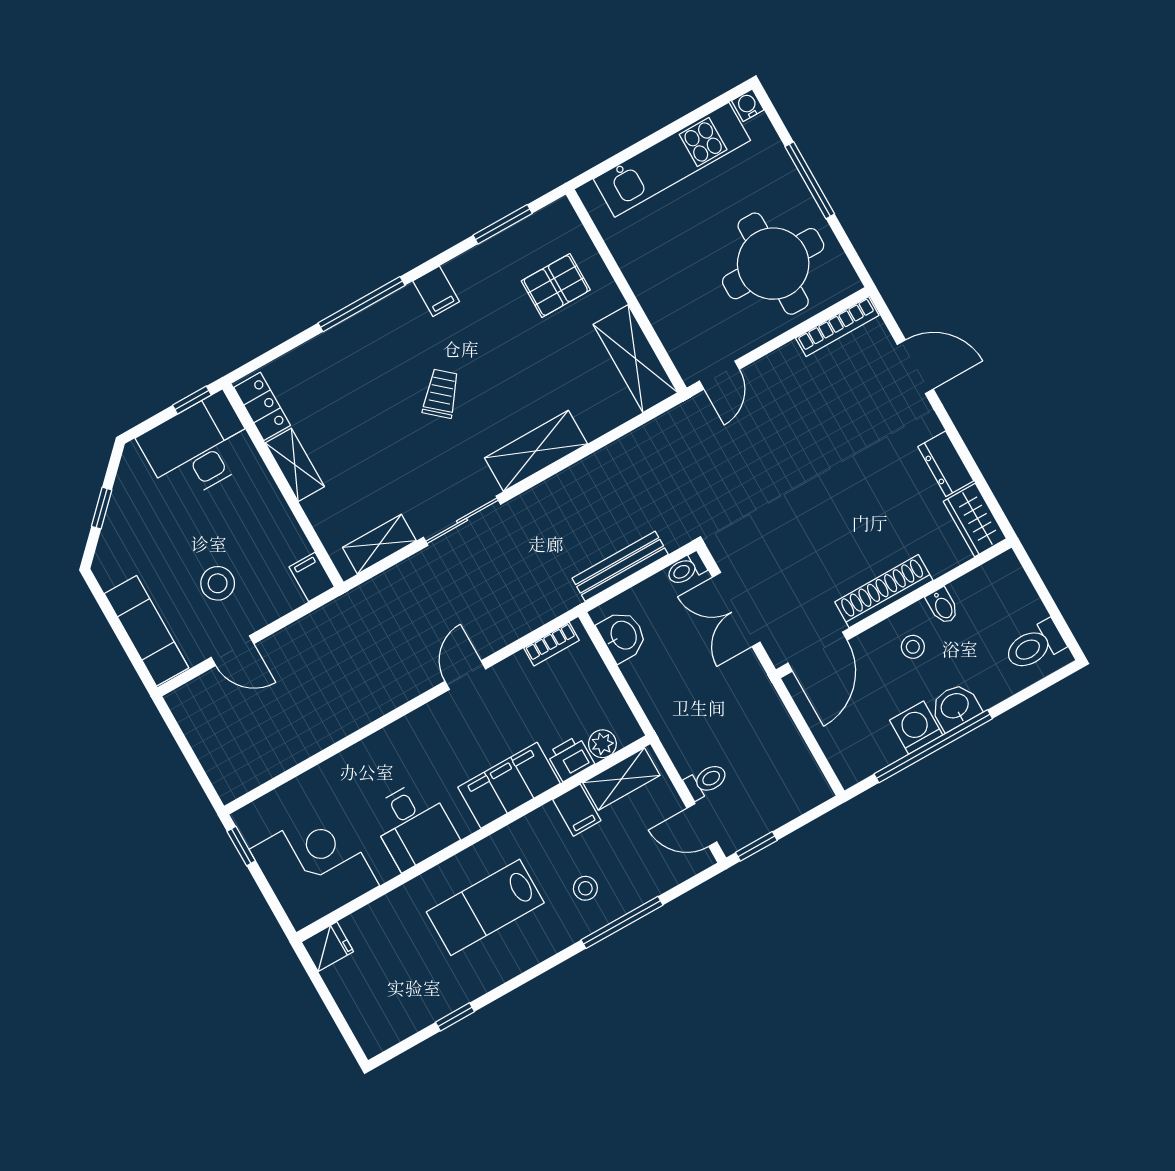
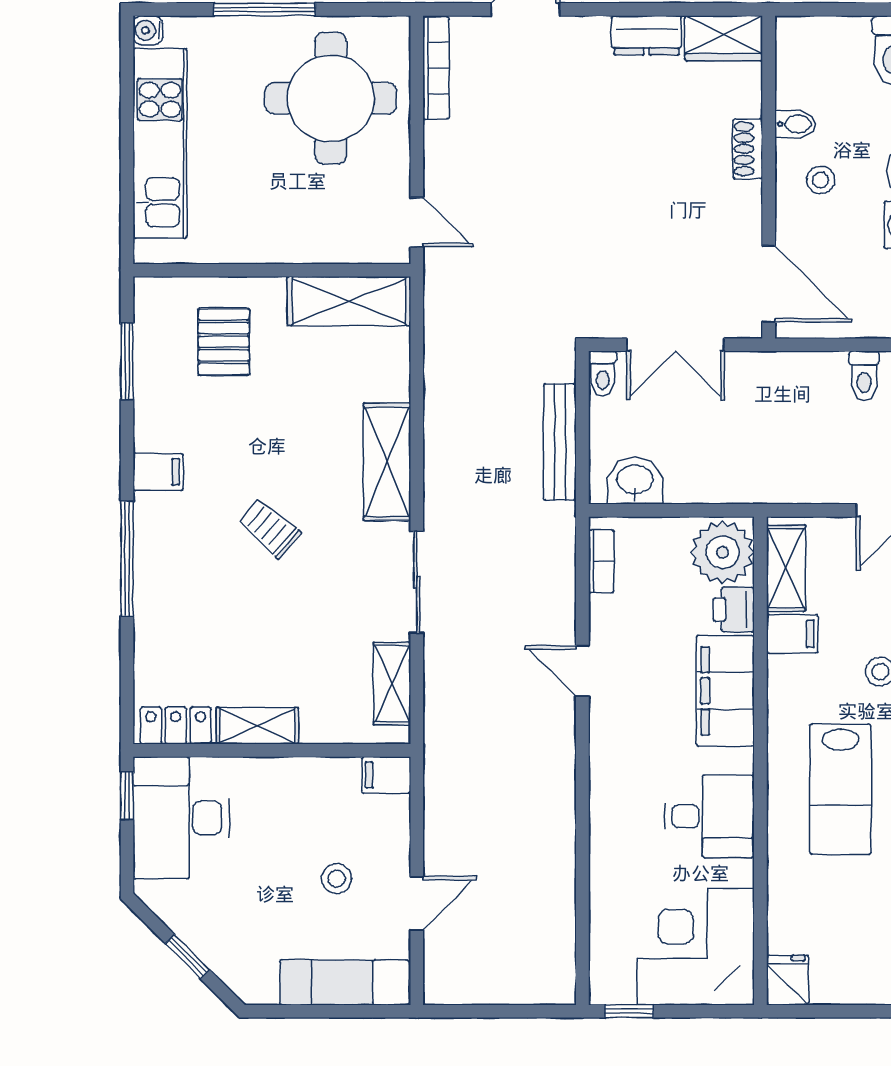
stool: (218, 583) -> (337, 879), width x0.73, depth x0.73
shoe rack: (884, 591) -> (748, 149), width x0.51, depth x0.81
plant: (602, 744) -> (723, 552), width x1.87, depth x1.87
toilet: (706, 781) -> (864, 376), moved, turned 180

